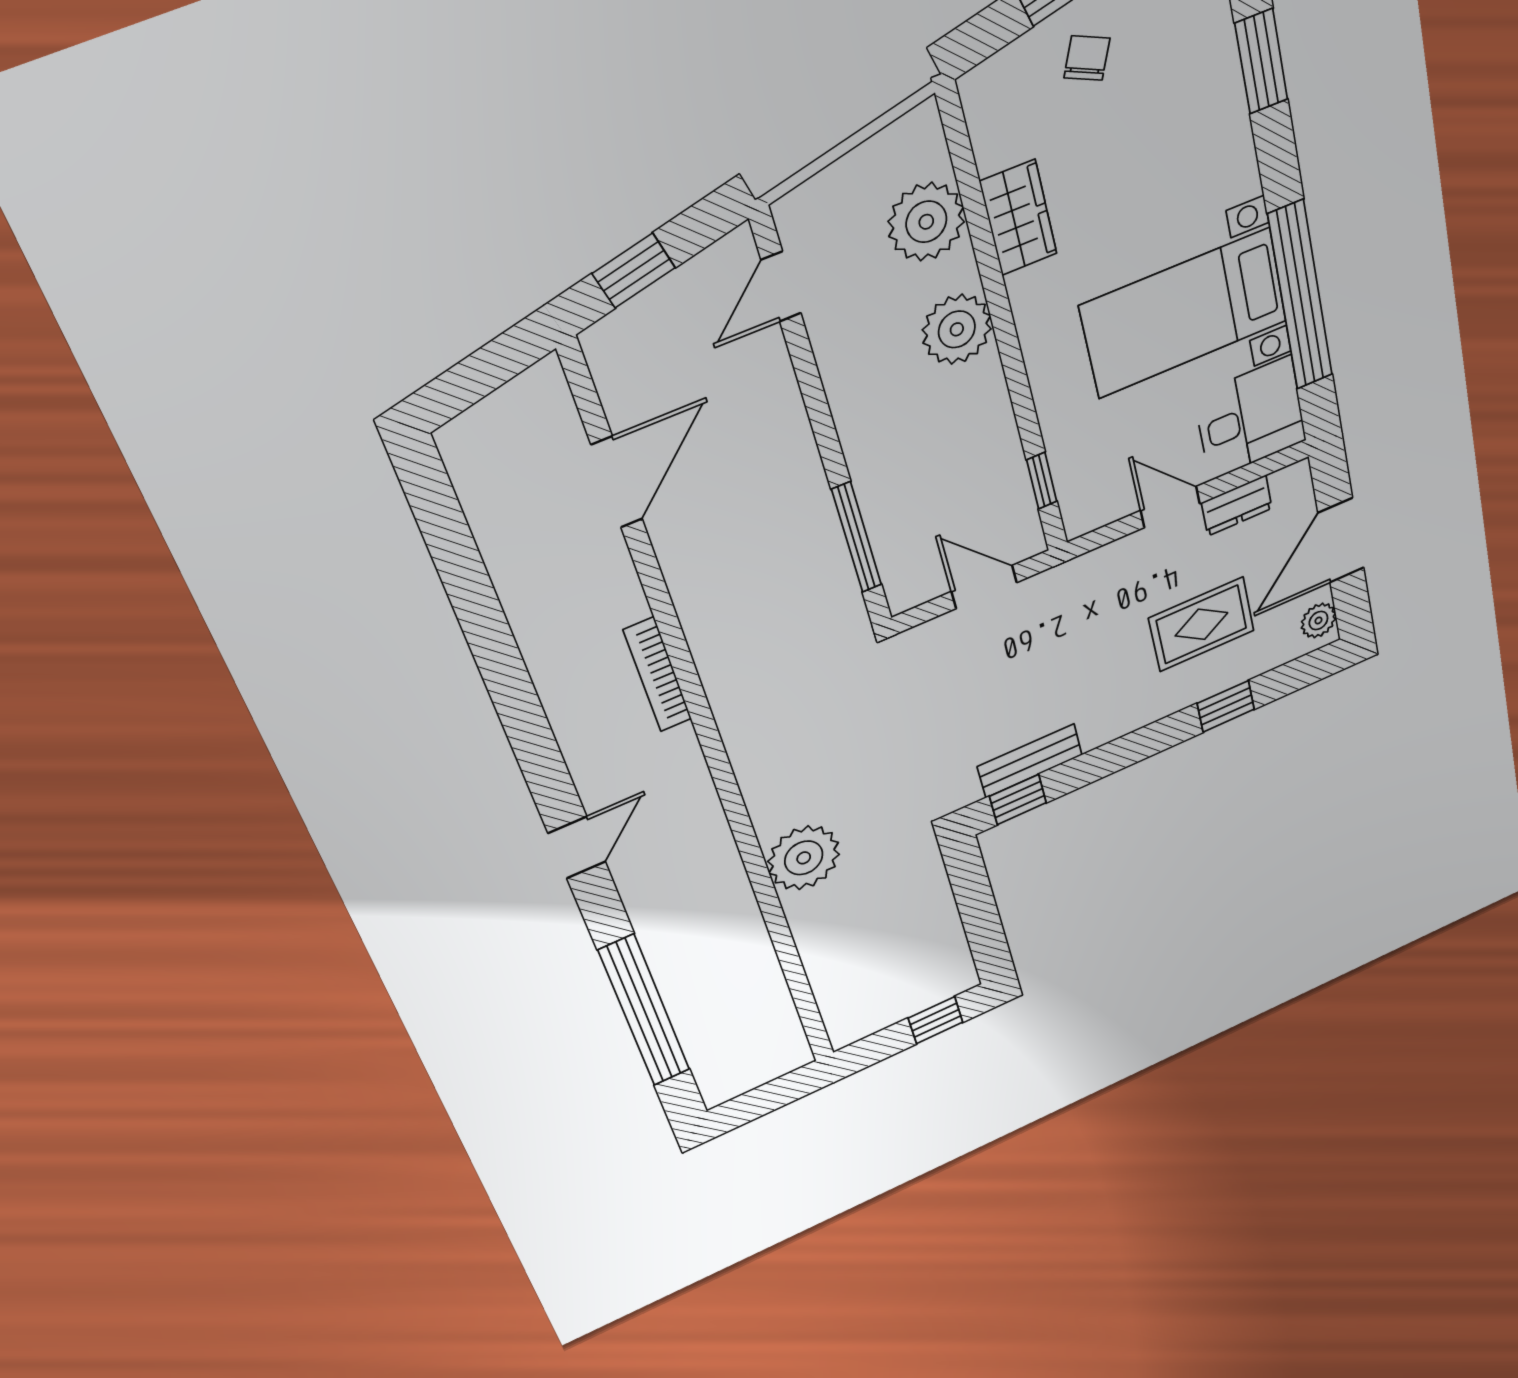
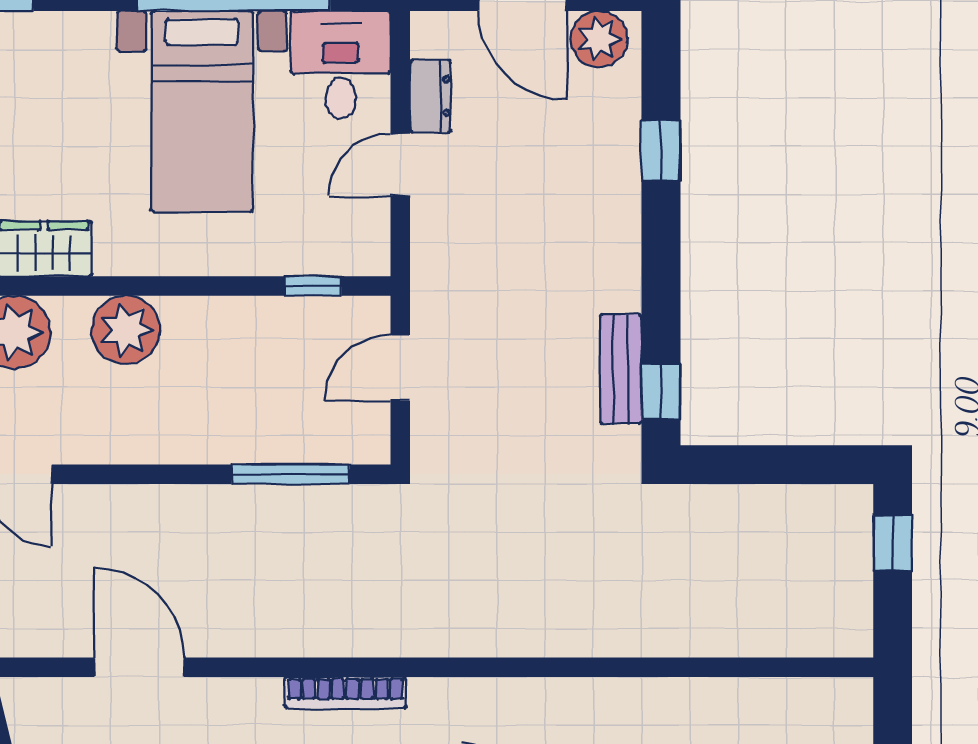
plant: (1318, 620) -> (599, 39), width x1.38, depth x1.38
rug: (1202, 624) -> (549, 158), removed
plant: (804, 858) -> (616, 620), removed

